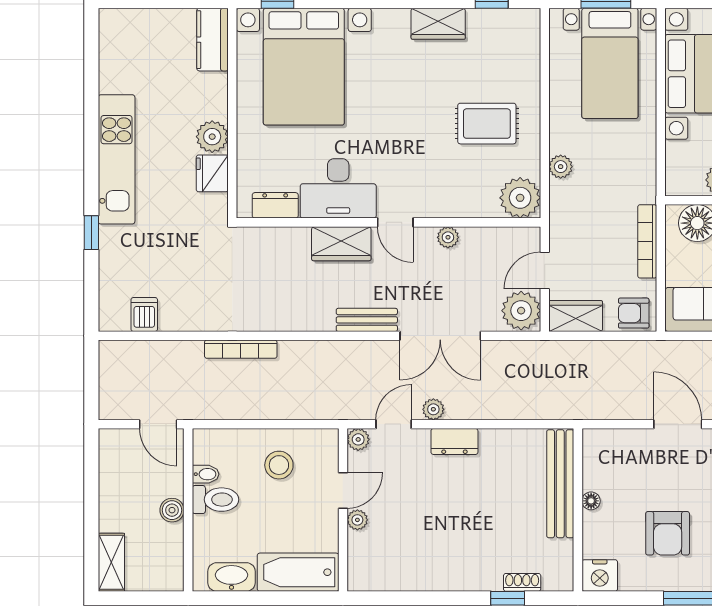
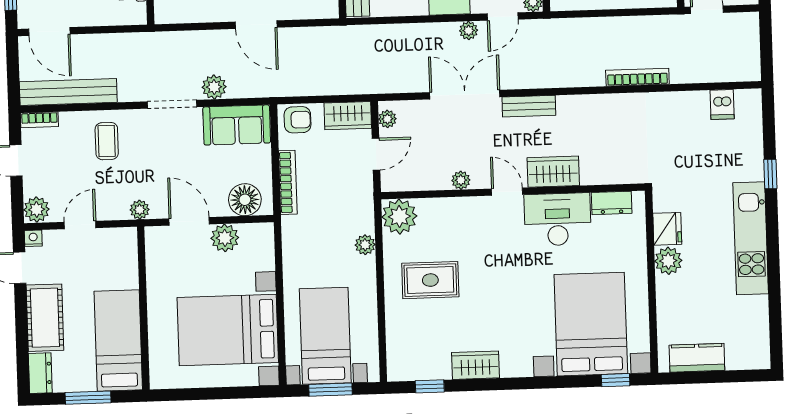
kitchen counter: (212, 40) -> (697, 358), moved, turned -90
plant: (521, 311) -> (387, 119), width x0.53, depth x0.53

